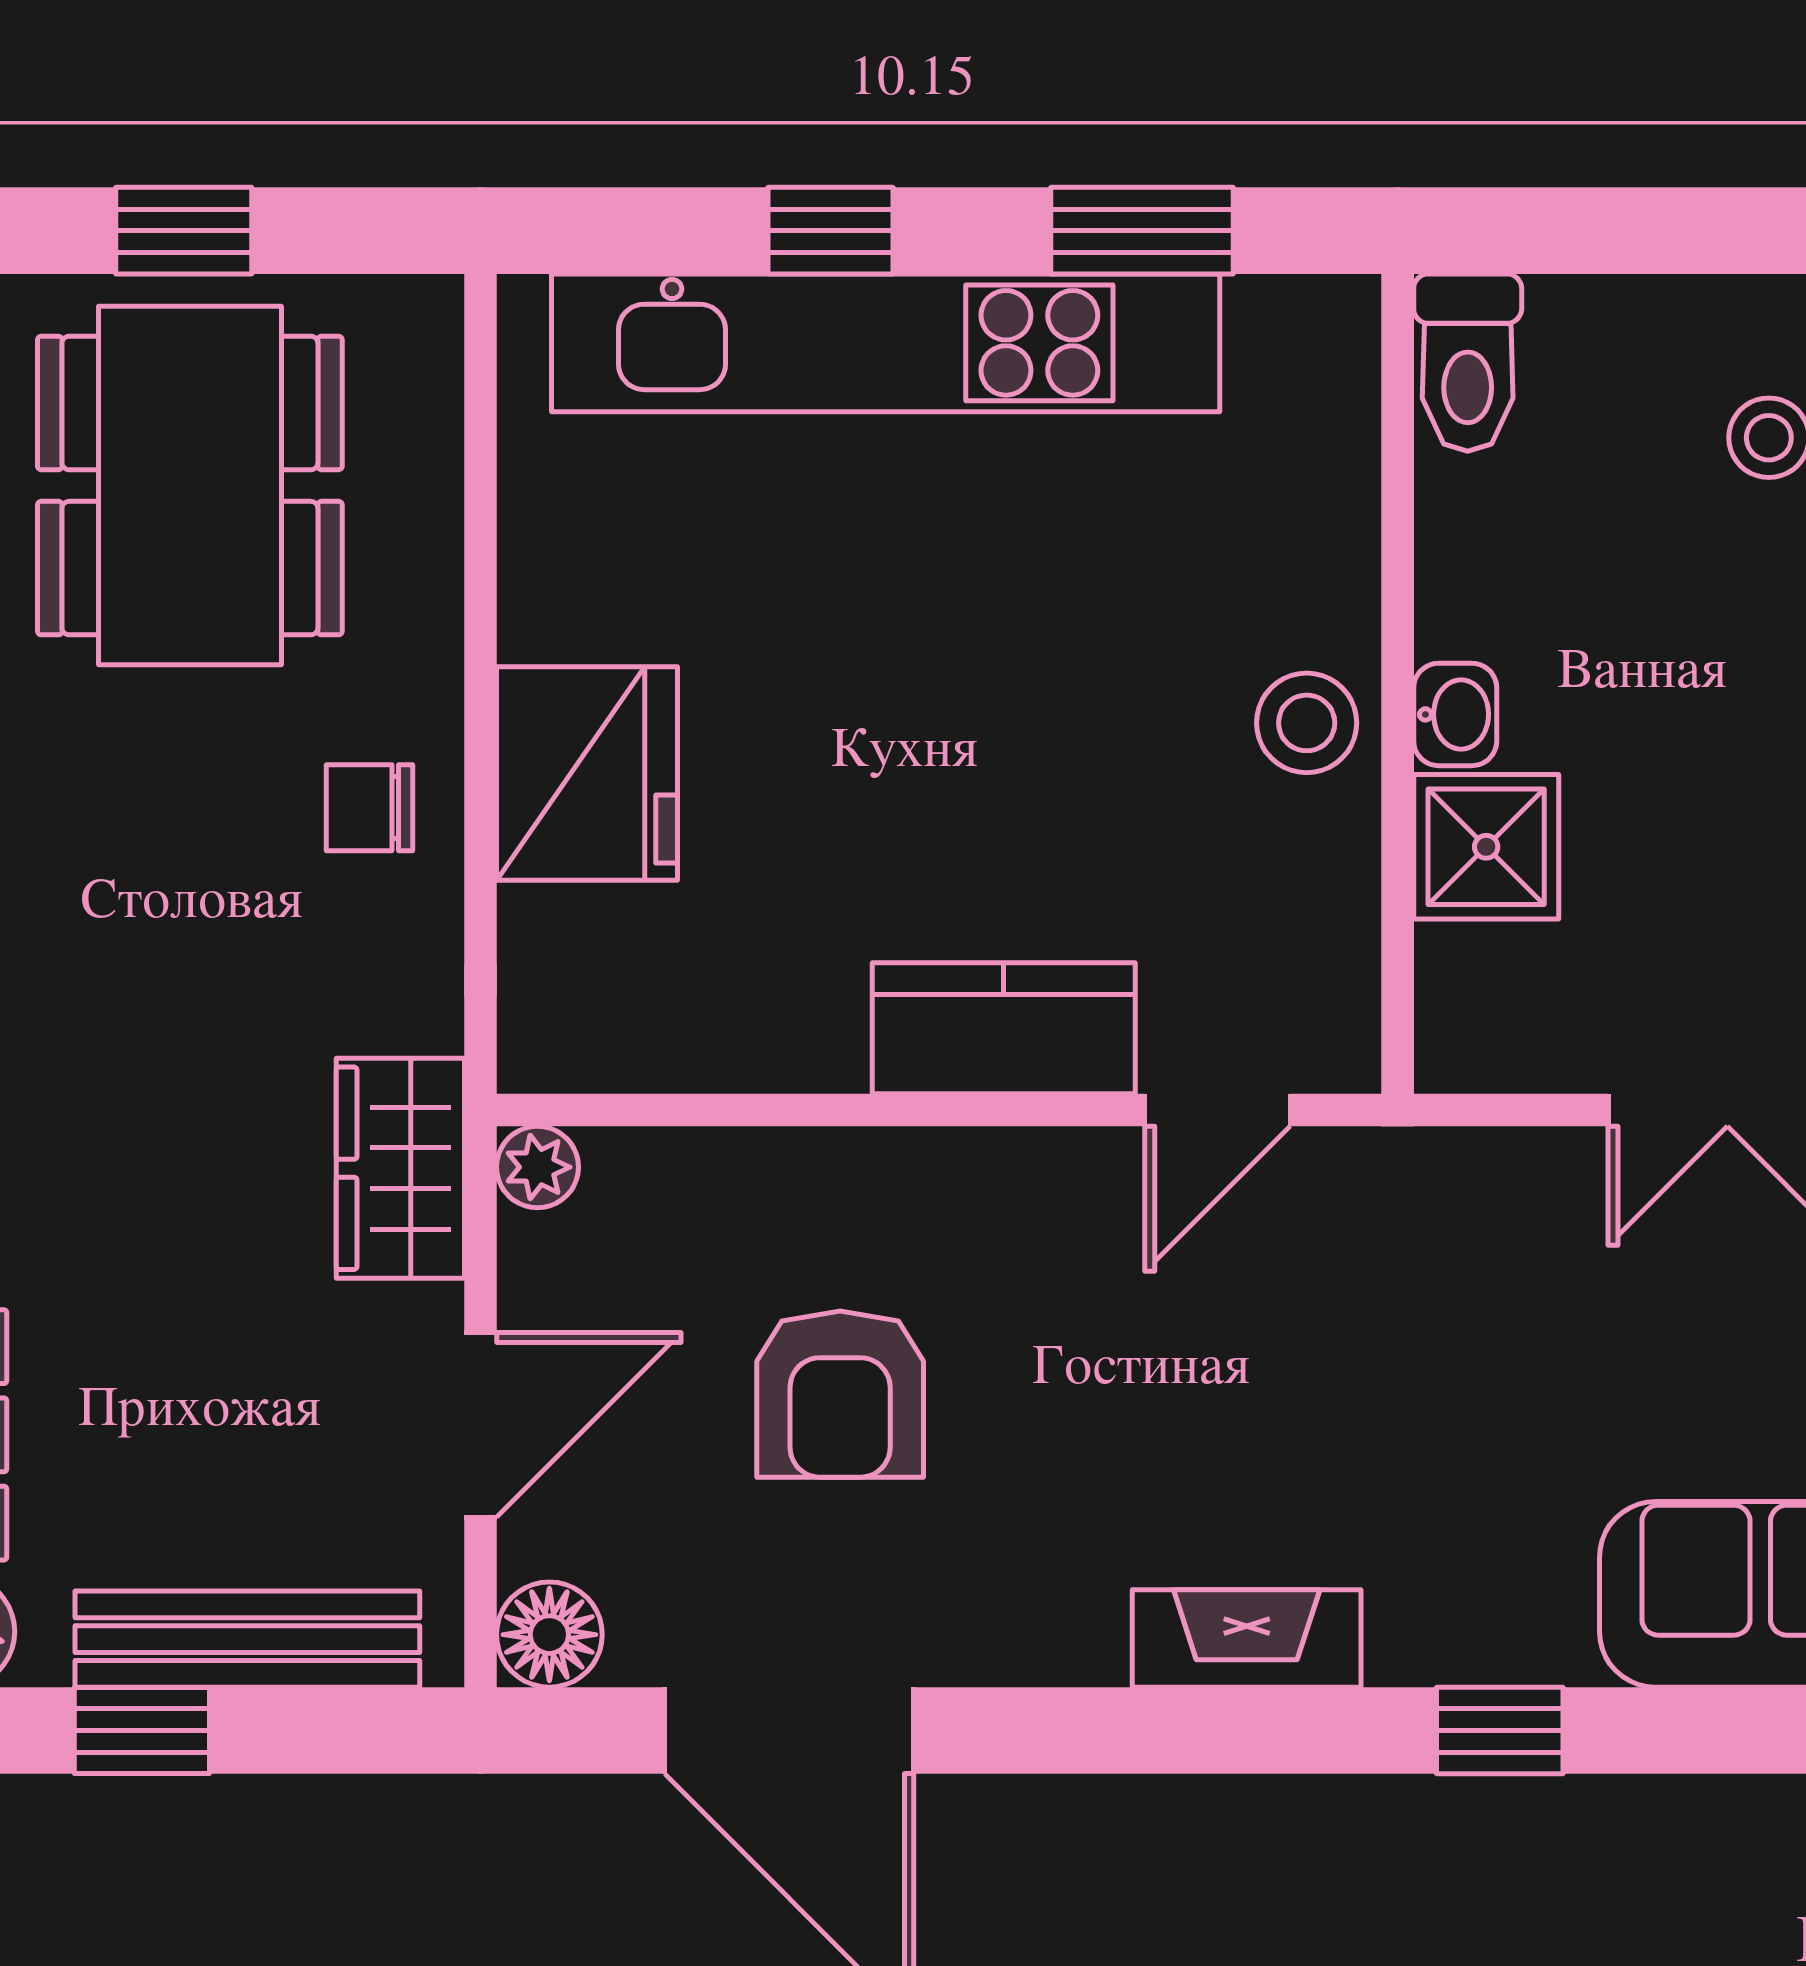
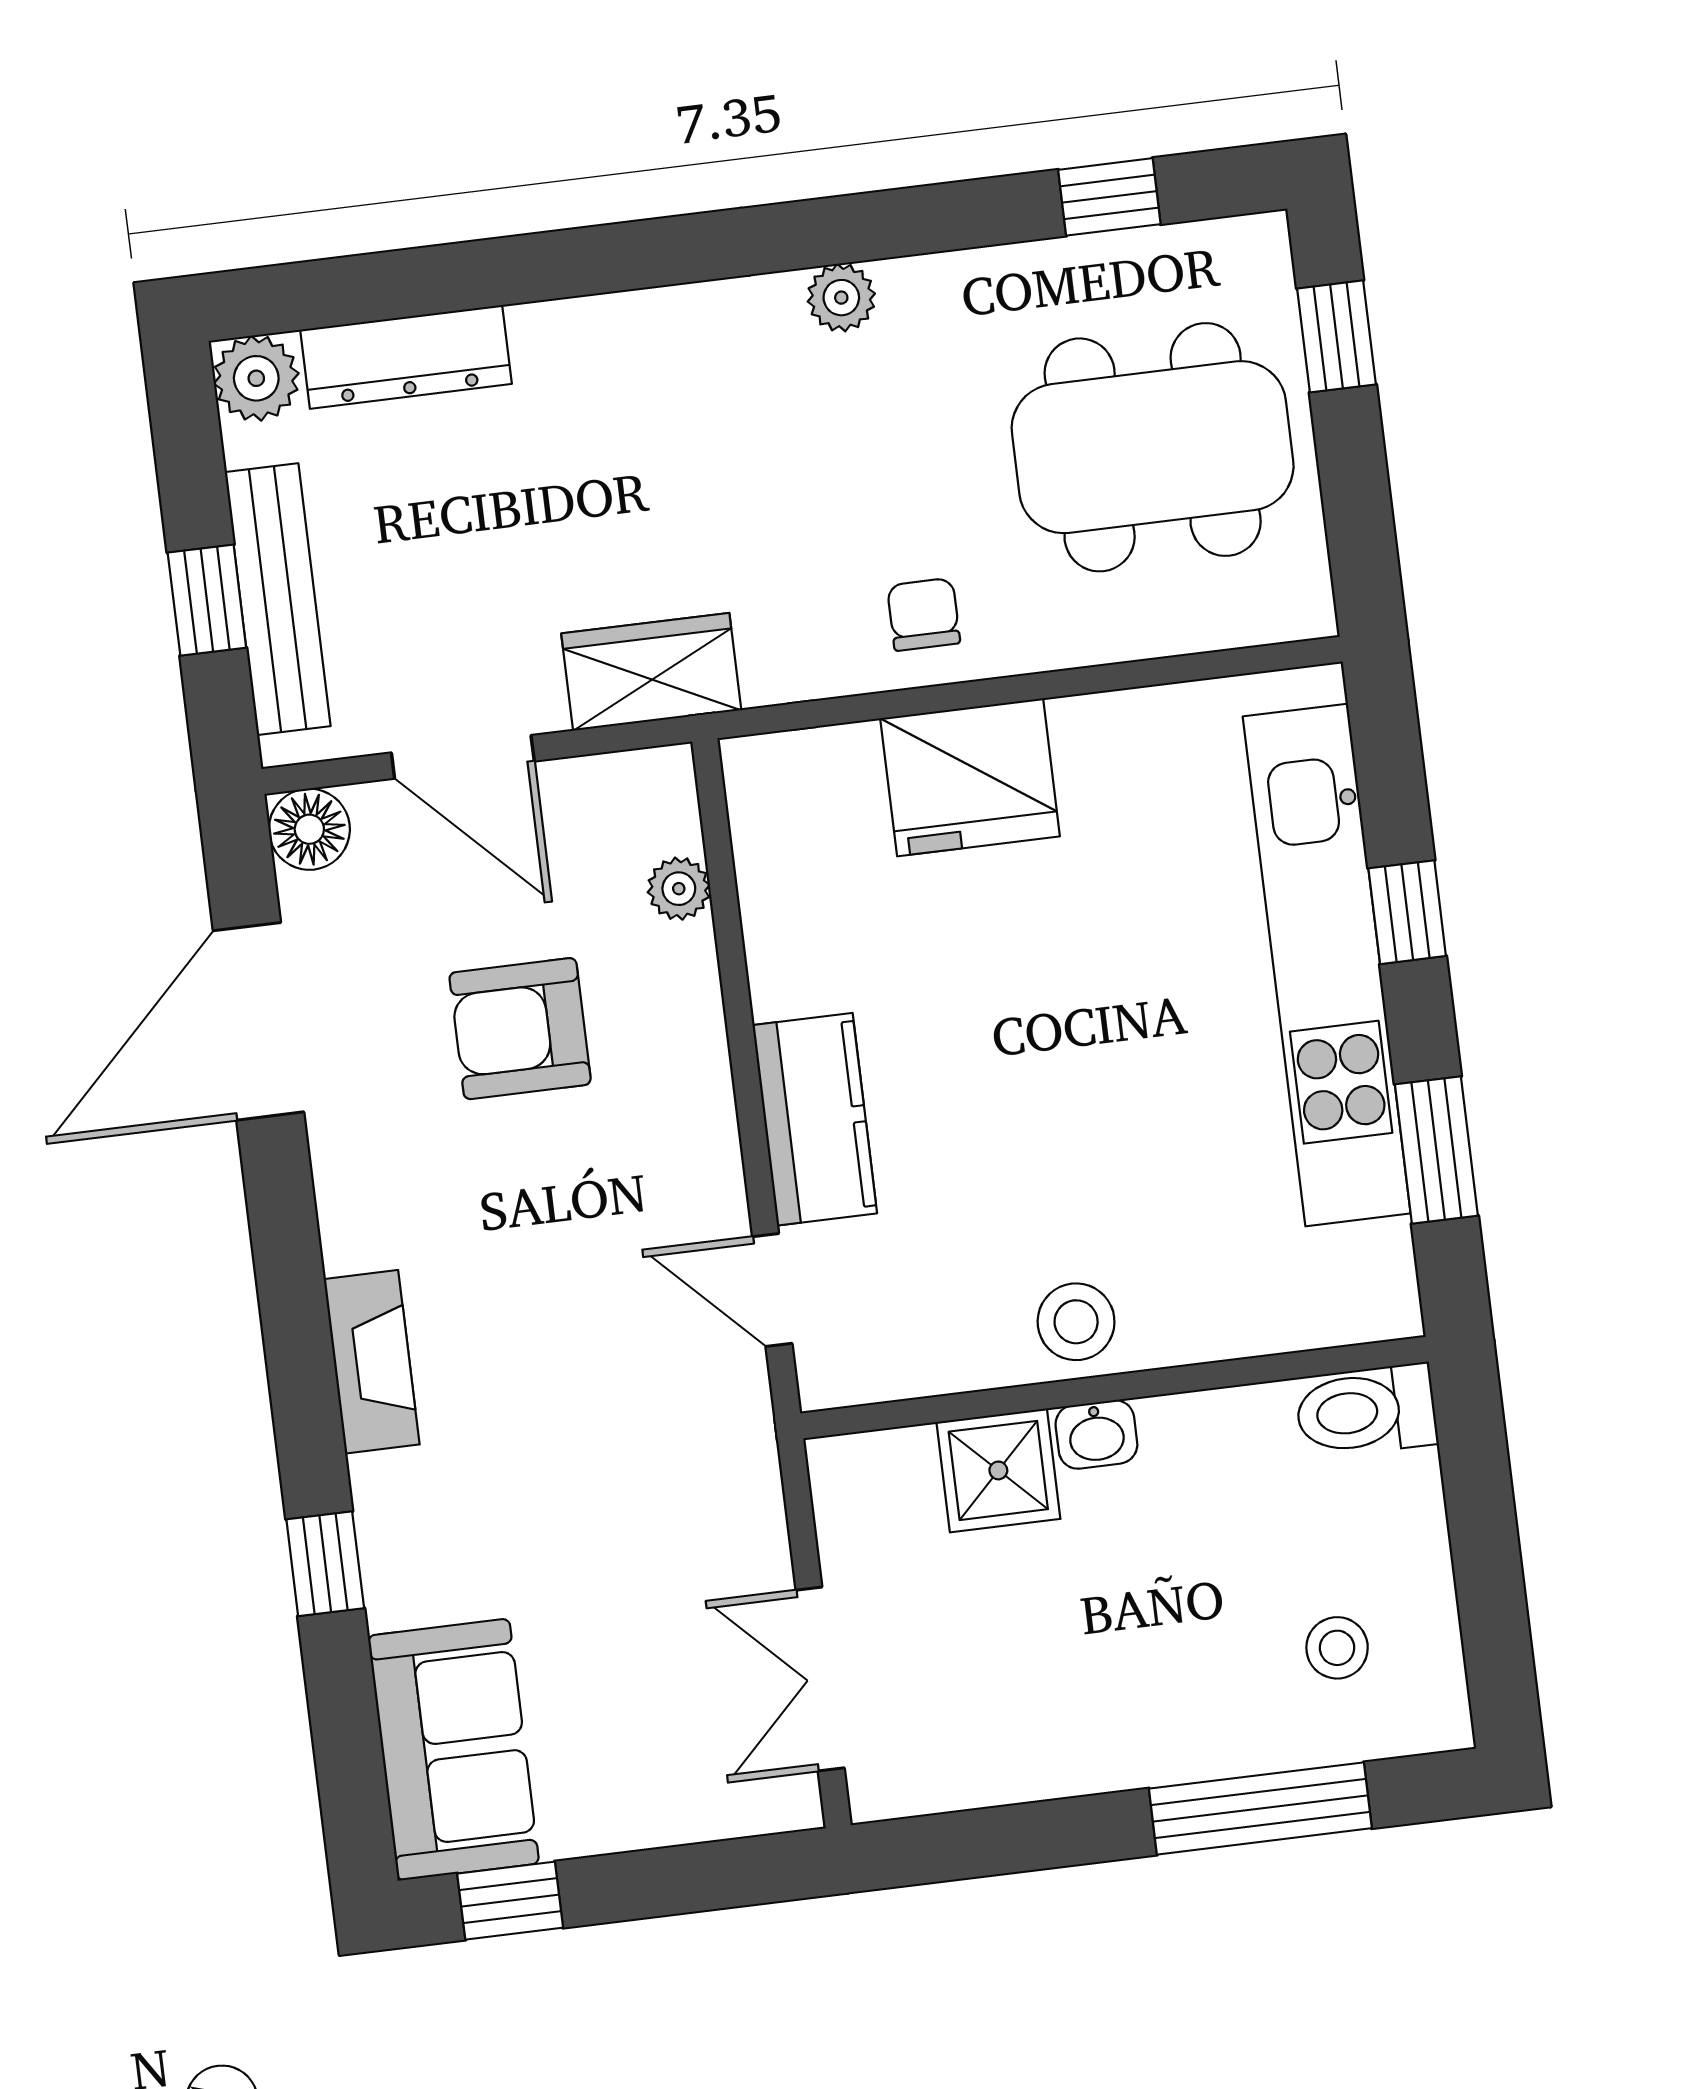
window: (184, 231) -> (1336, 336), moved
plant: (537, 1167) -> (679, 889), moved
window: (142, 1730) -> (207, 600), moved

